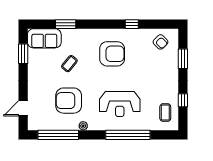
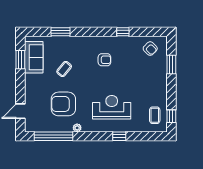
sofa: (44, 38) -> (34, 57), moved, turned -90
armchair: (112, 54) -> (104, 60), width x0.53, depth x0.53
window: (183, 100) -> (171, 116), moved
reception desk: (120, 104) -> (112, 107), turned 180
window: (128, 135) -> (119, 136), width x0.32

